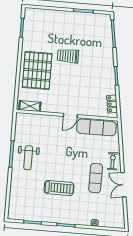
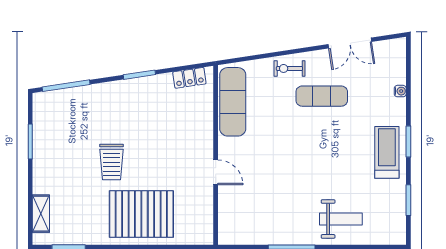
shelving: (30, 106) -> (41, 214), moved
door: (70, 116) -> (216, 172), moved
weight bench: (28, 158) -> (341, 219), moved
double door: (124, 185) -> (350, 43), moved
treadmill: (59, 188) -> (387, 152), moved

